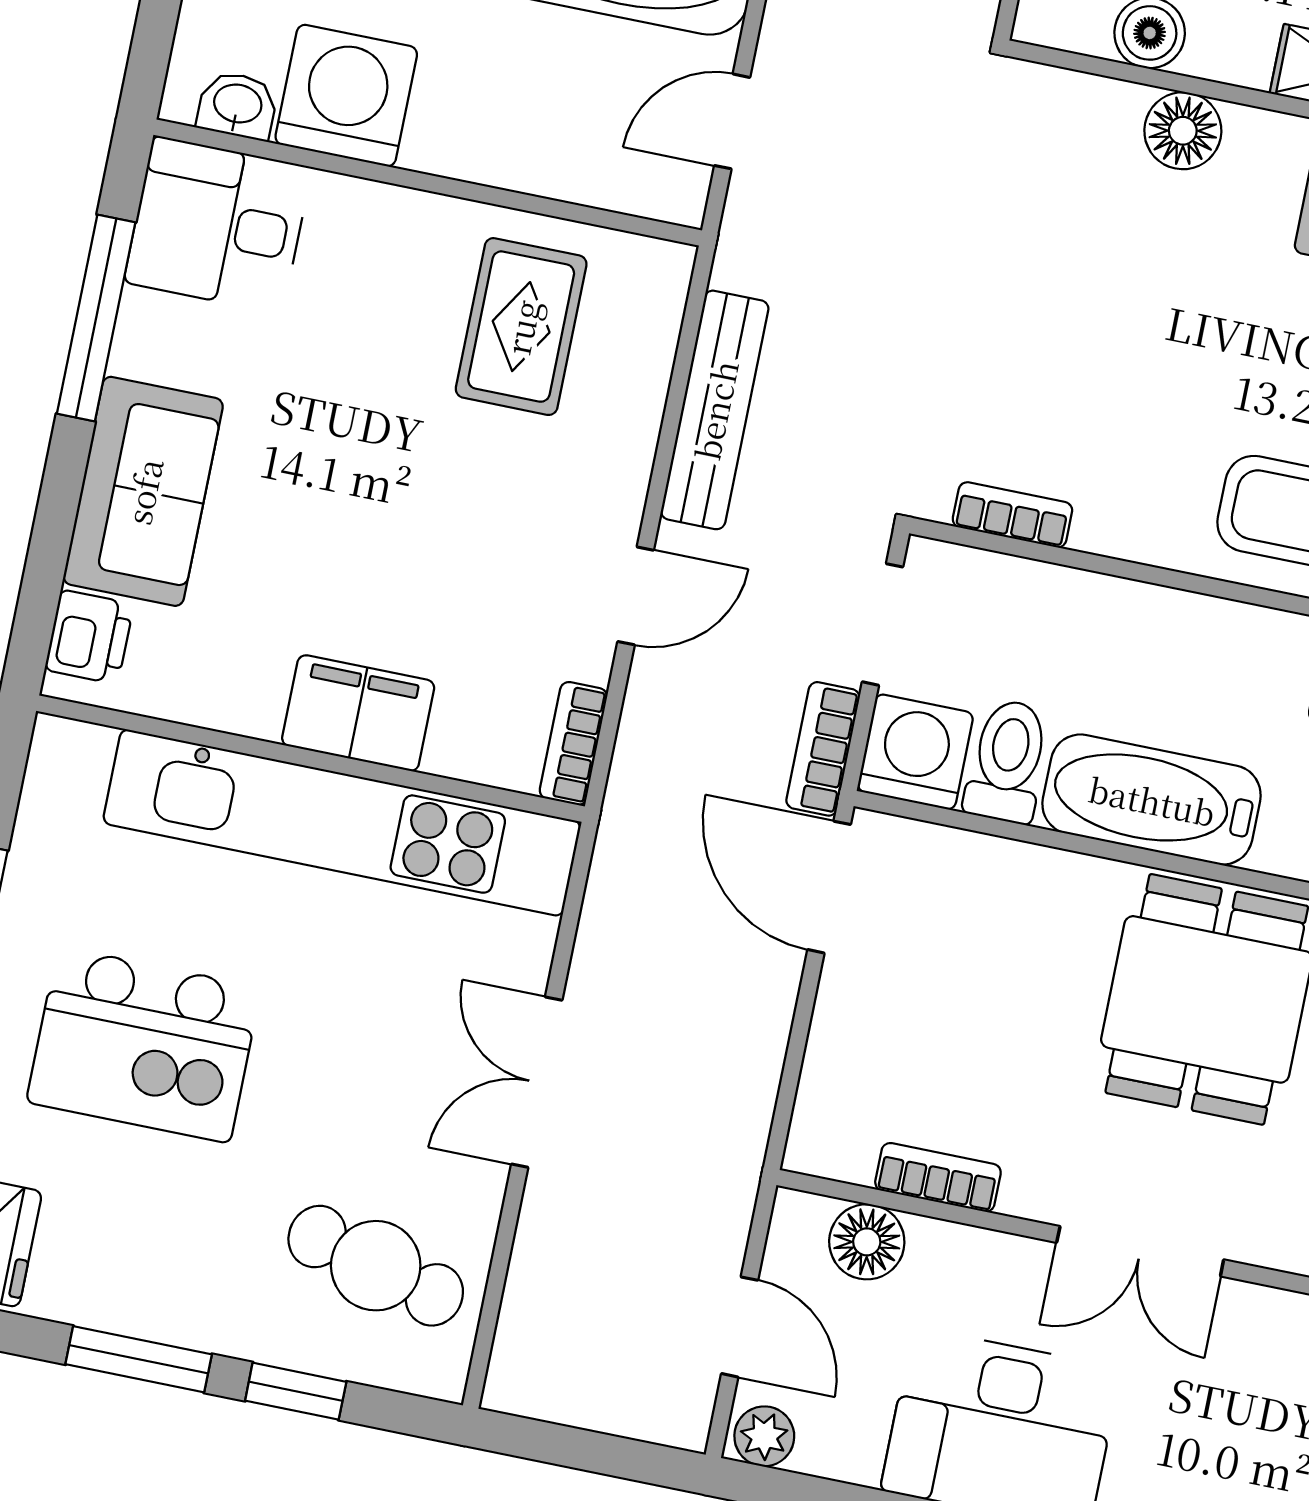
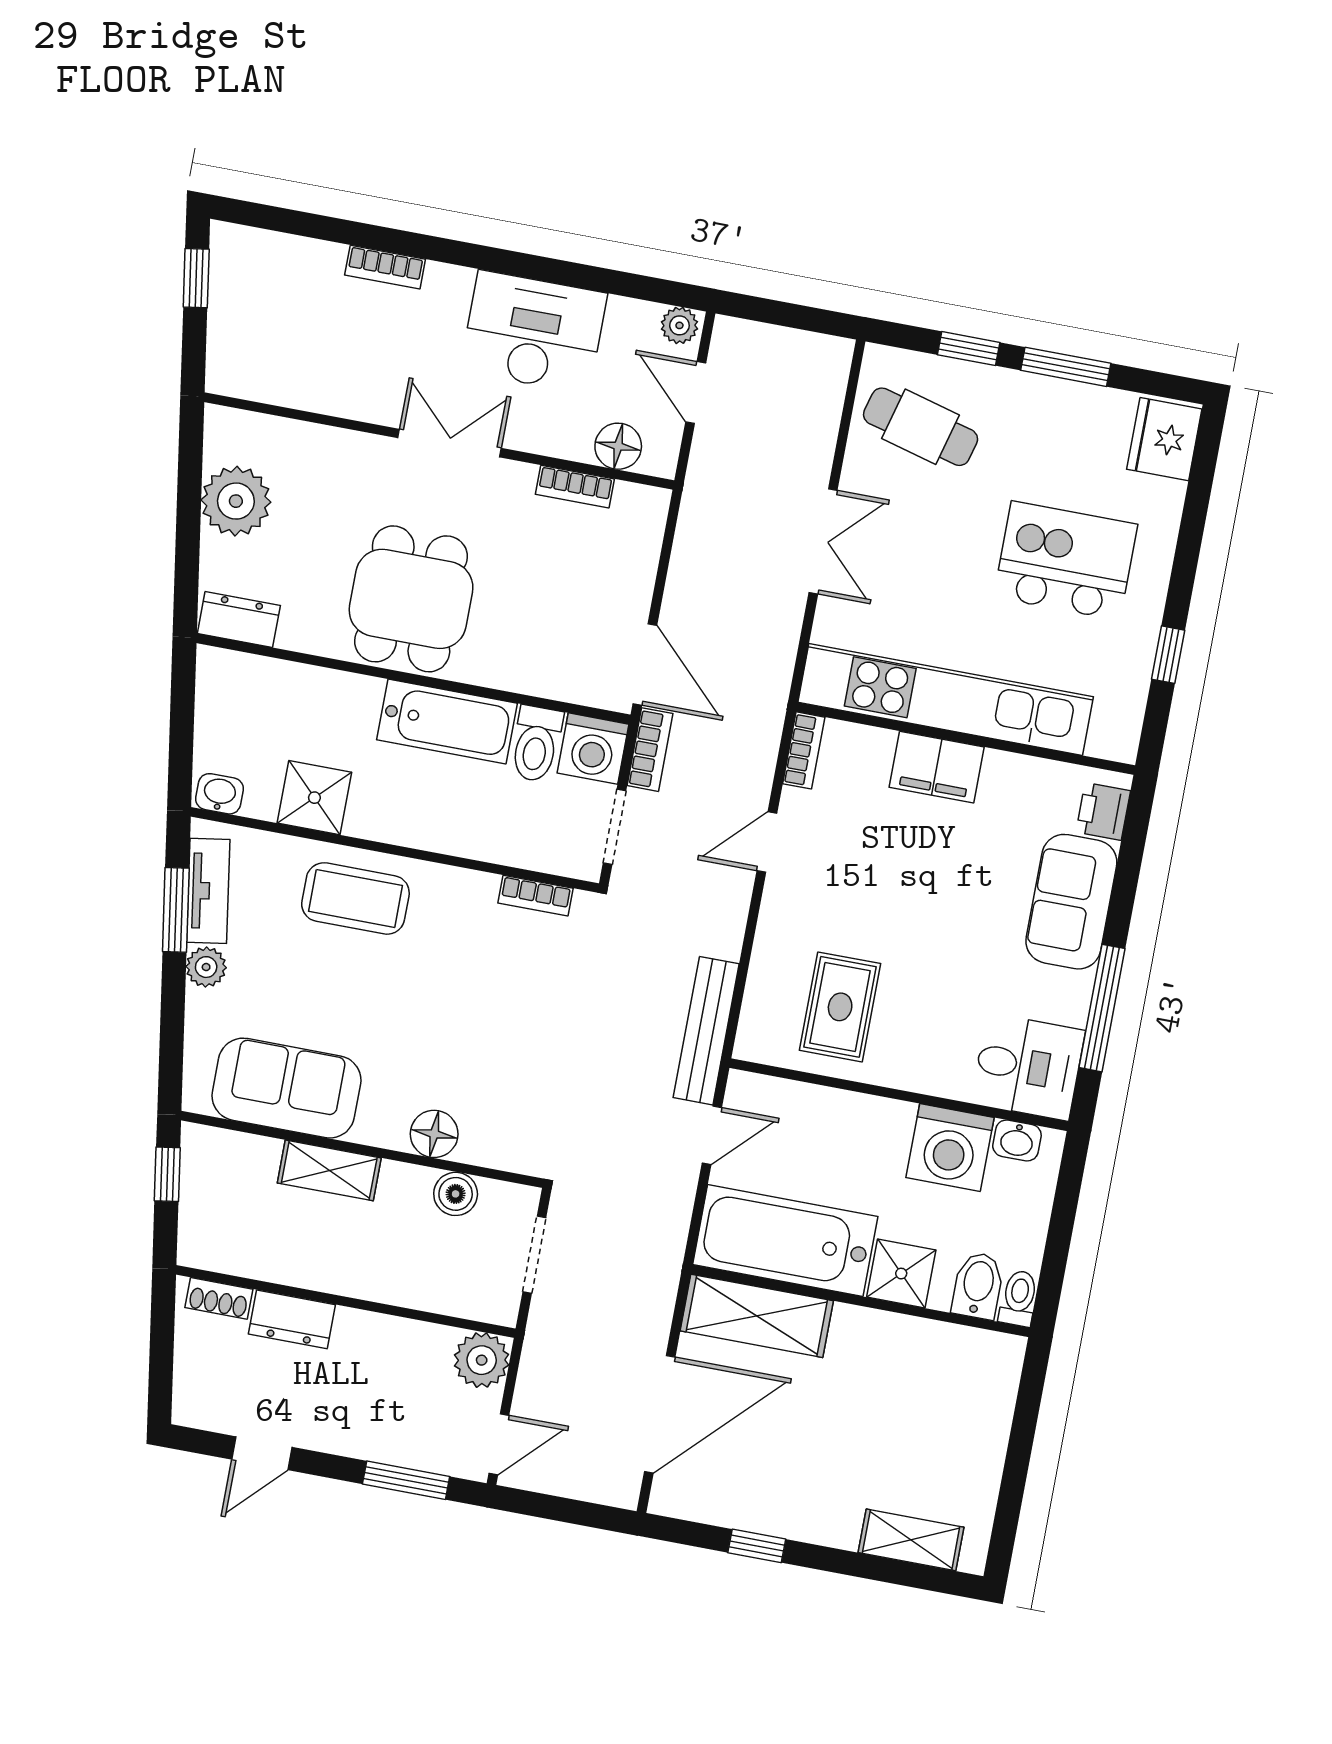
bench: (715, 410) -> (706, 1031), moved

